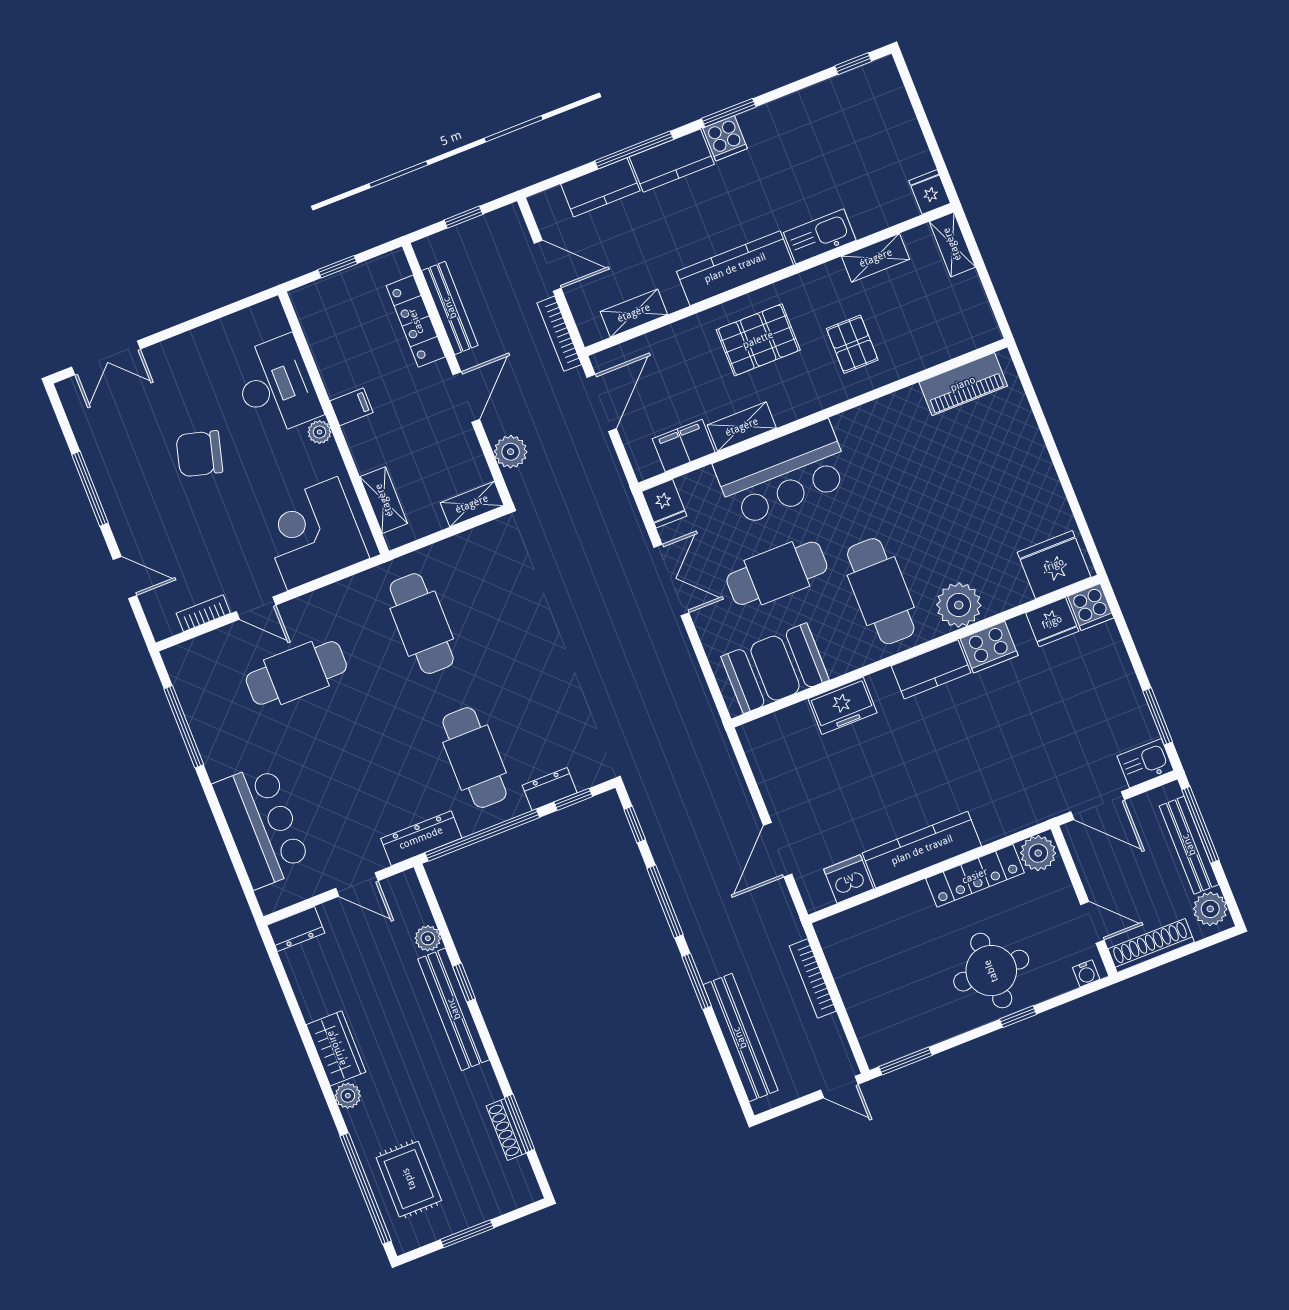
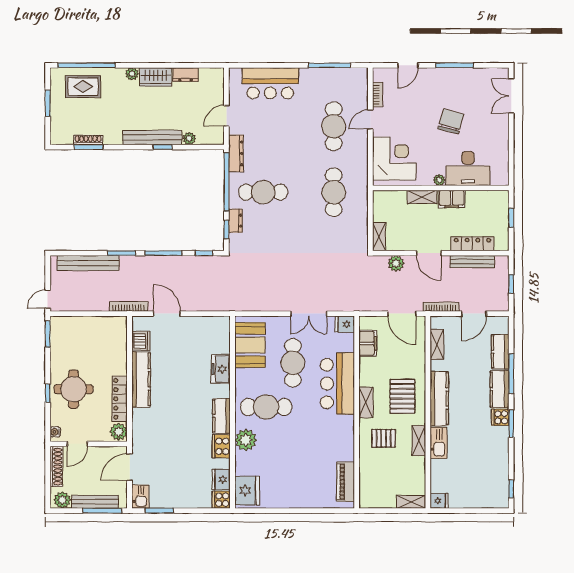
shelving: (876, 258) -> (419, 441), moved
filing cabinet: (351, 407) -> (452, 199), width x2.00
shelving: (742, 427) -> (366, 402), moved
shelving: (384, 500) -> (422, 197), moved
cafe table: (422, 624) -> (334, 192), turned 90
dresser: (296, 929) -> (185, 75), moved, turned -90
bookcase: (813, 979) -> (129, 307), moved

